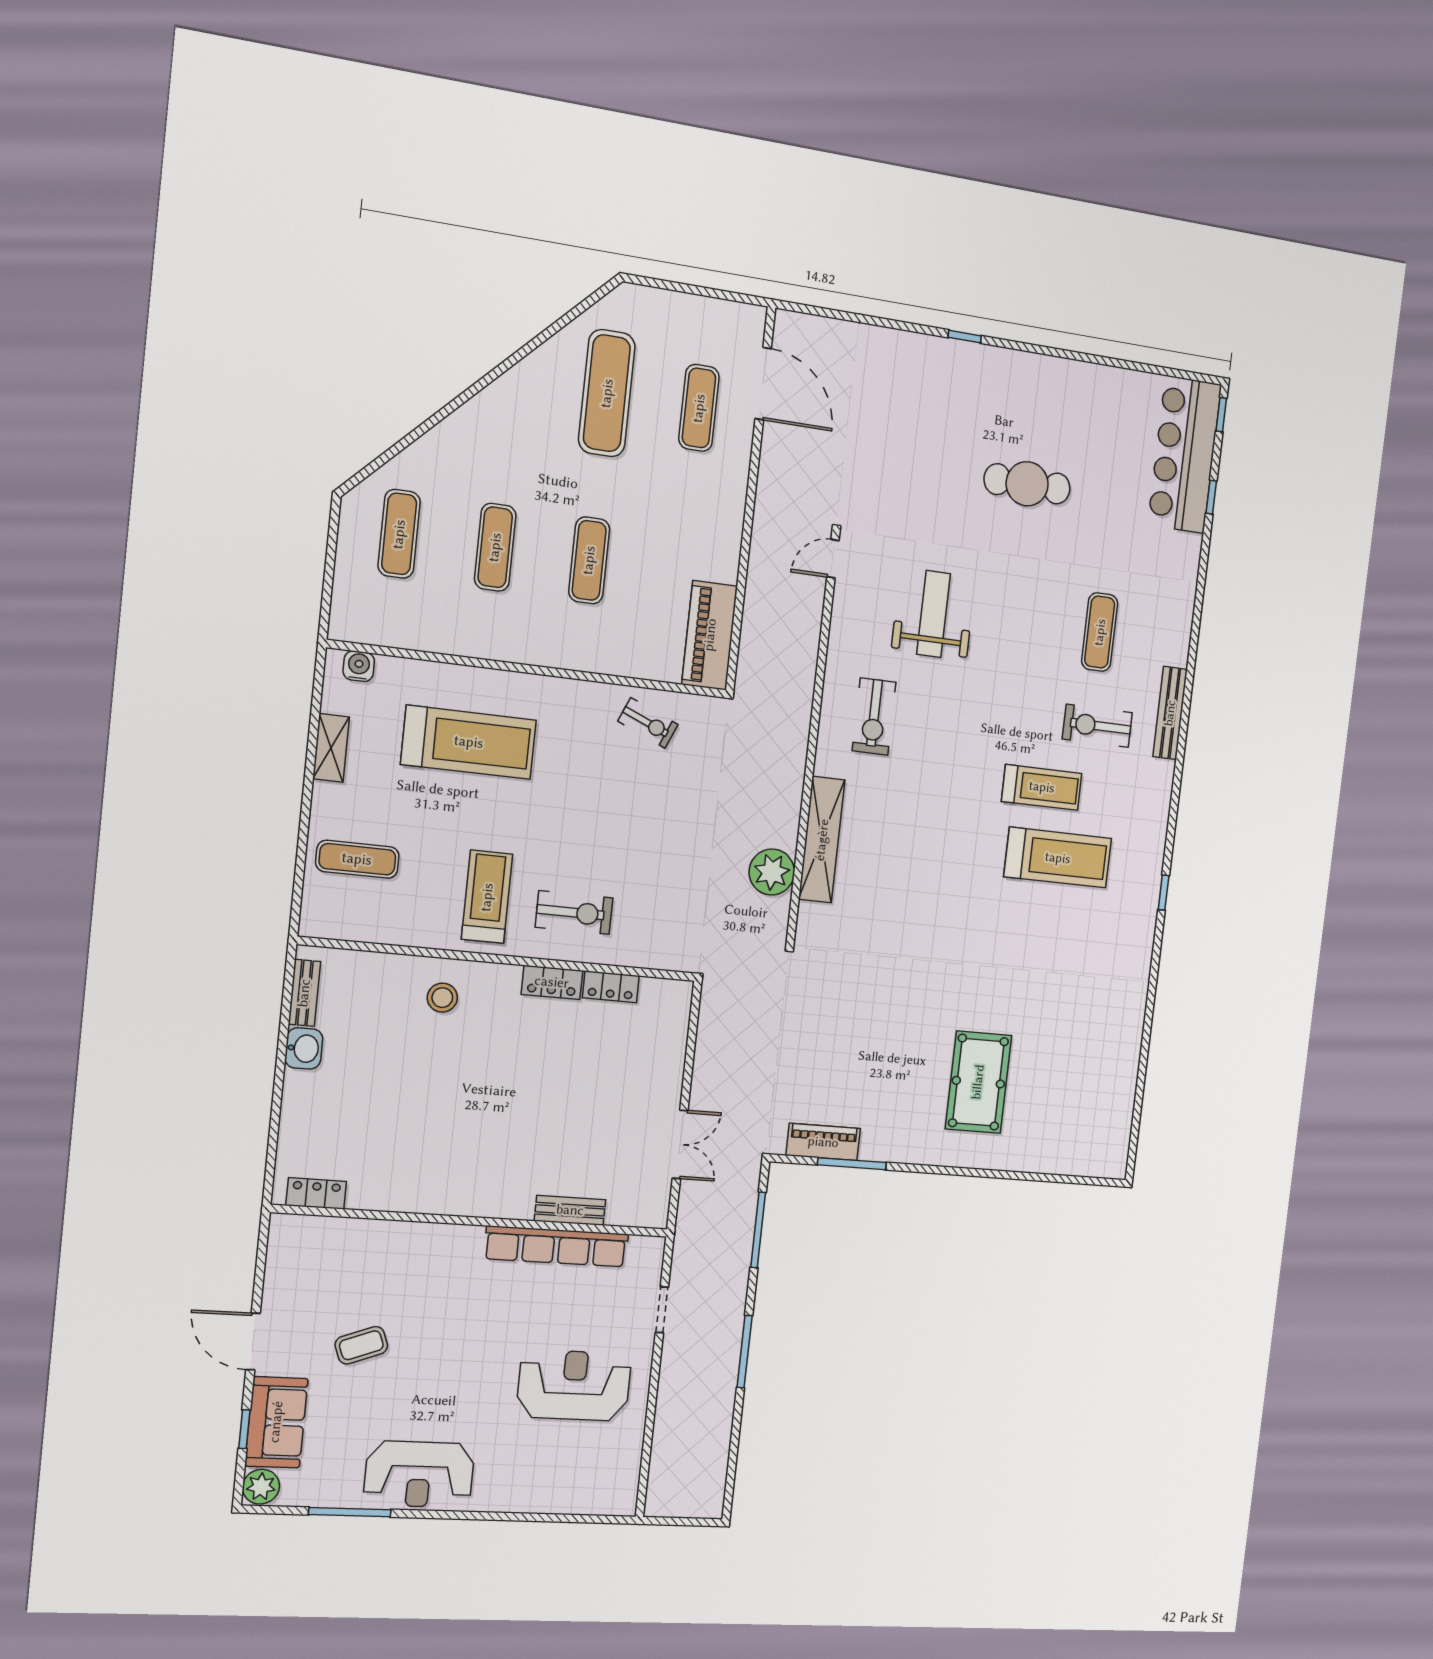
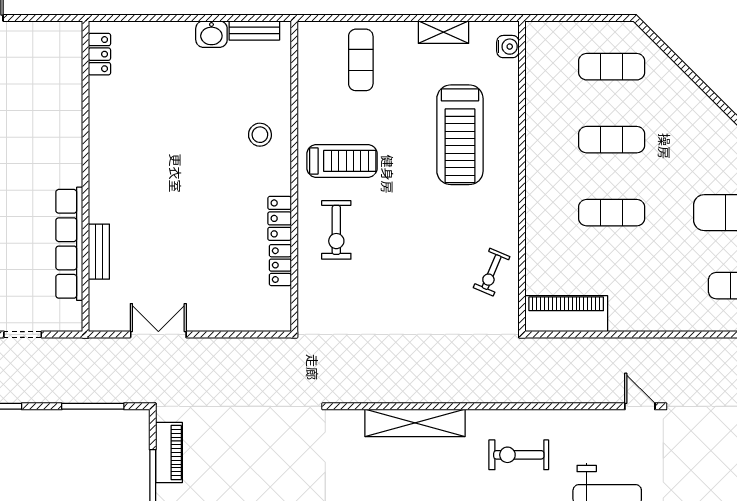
plant: (772, 872) -> (385, 385), removed
double door: (680, 1144) -> (158, 334), swing flipped

